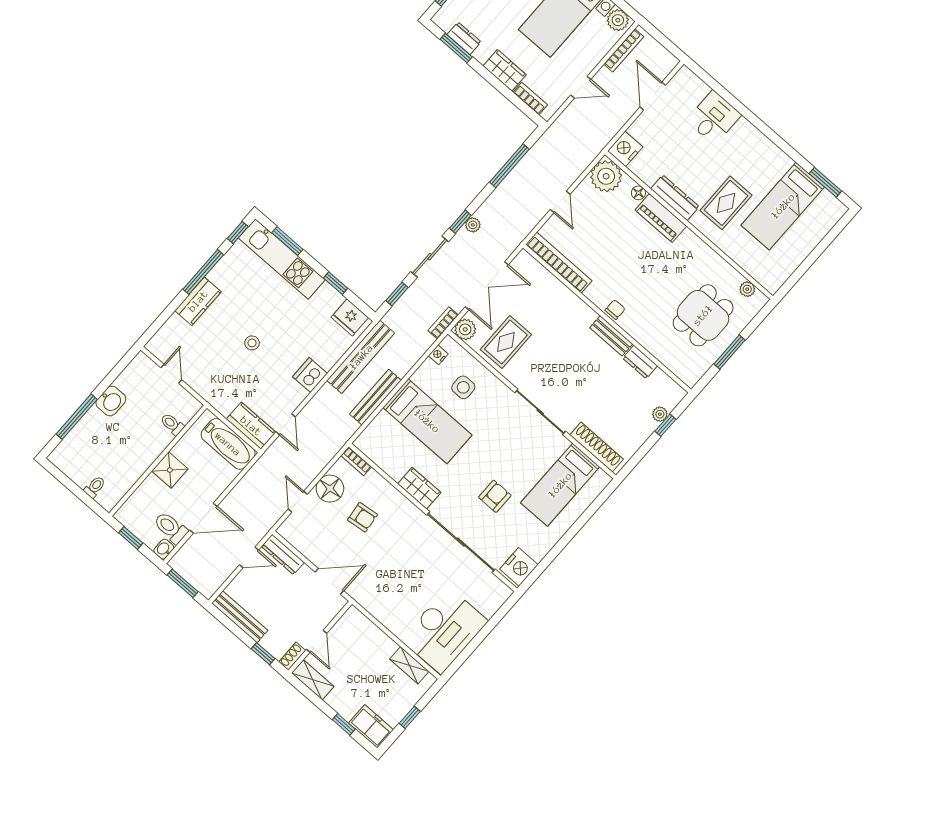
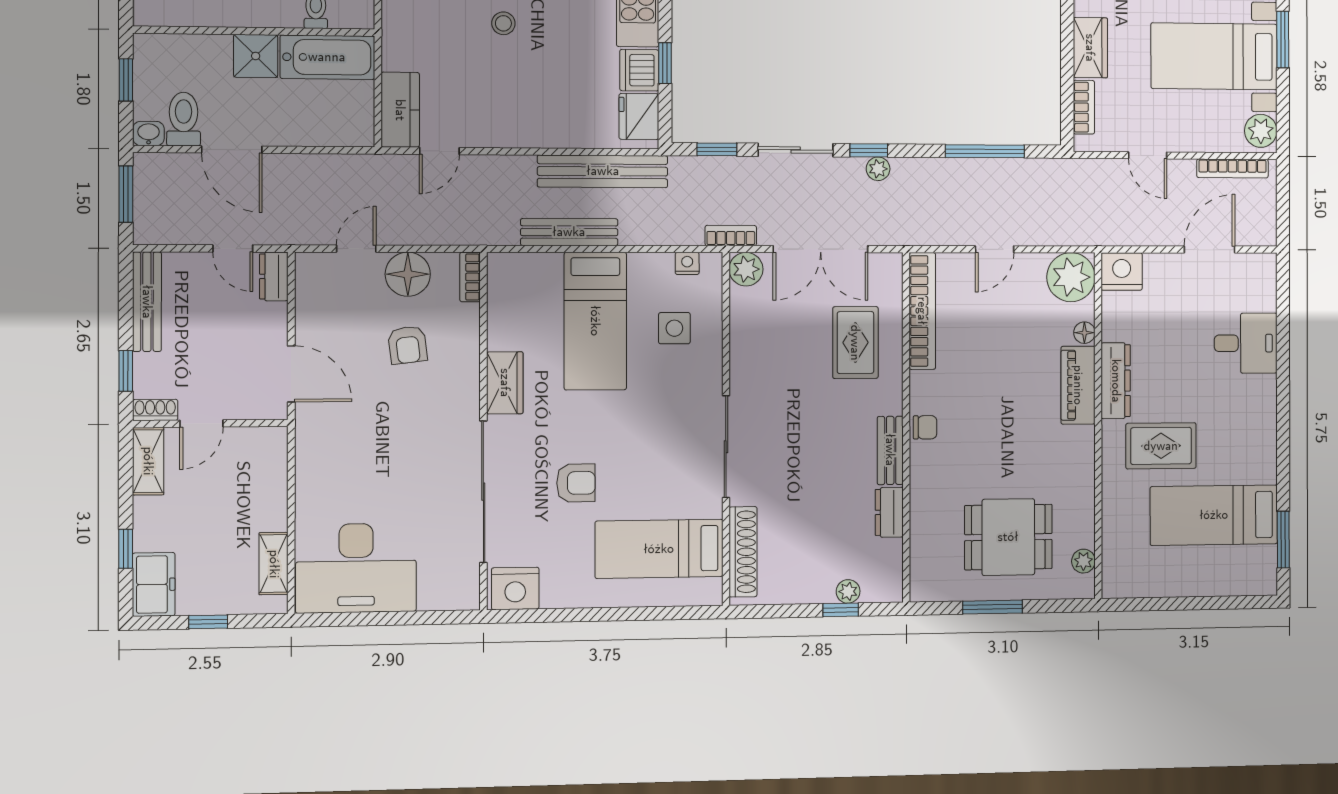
rug: (506, 342) -> (855, 343), moved, turned 90
dishwasher: (310, 375) -> (639, 70), moved, turned -90
bathtub: (228, 444) -> (327, 57), moved, turned -90
dresser: (283, 554) -> (274, 276), width x0.70

